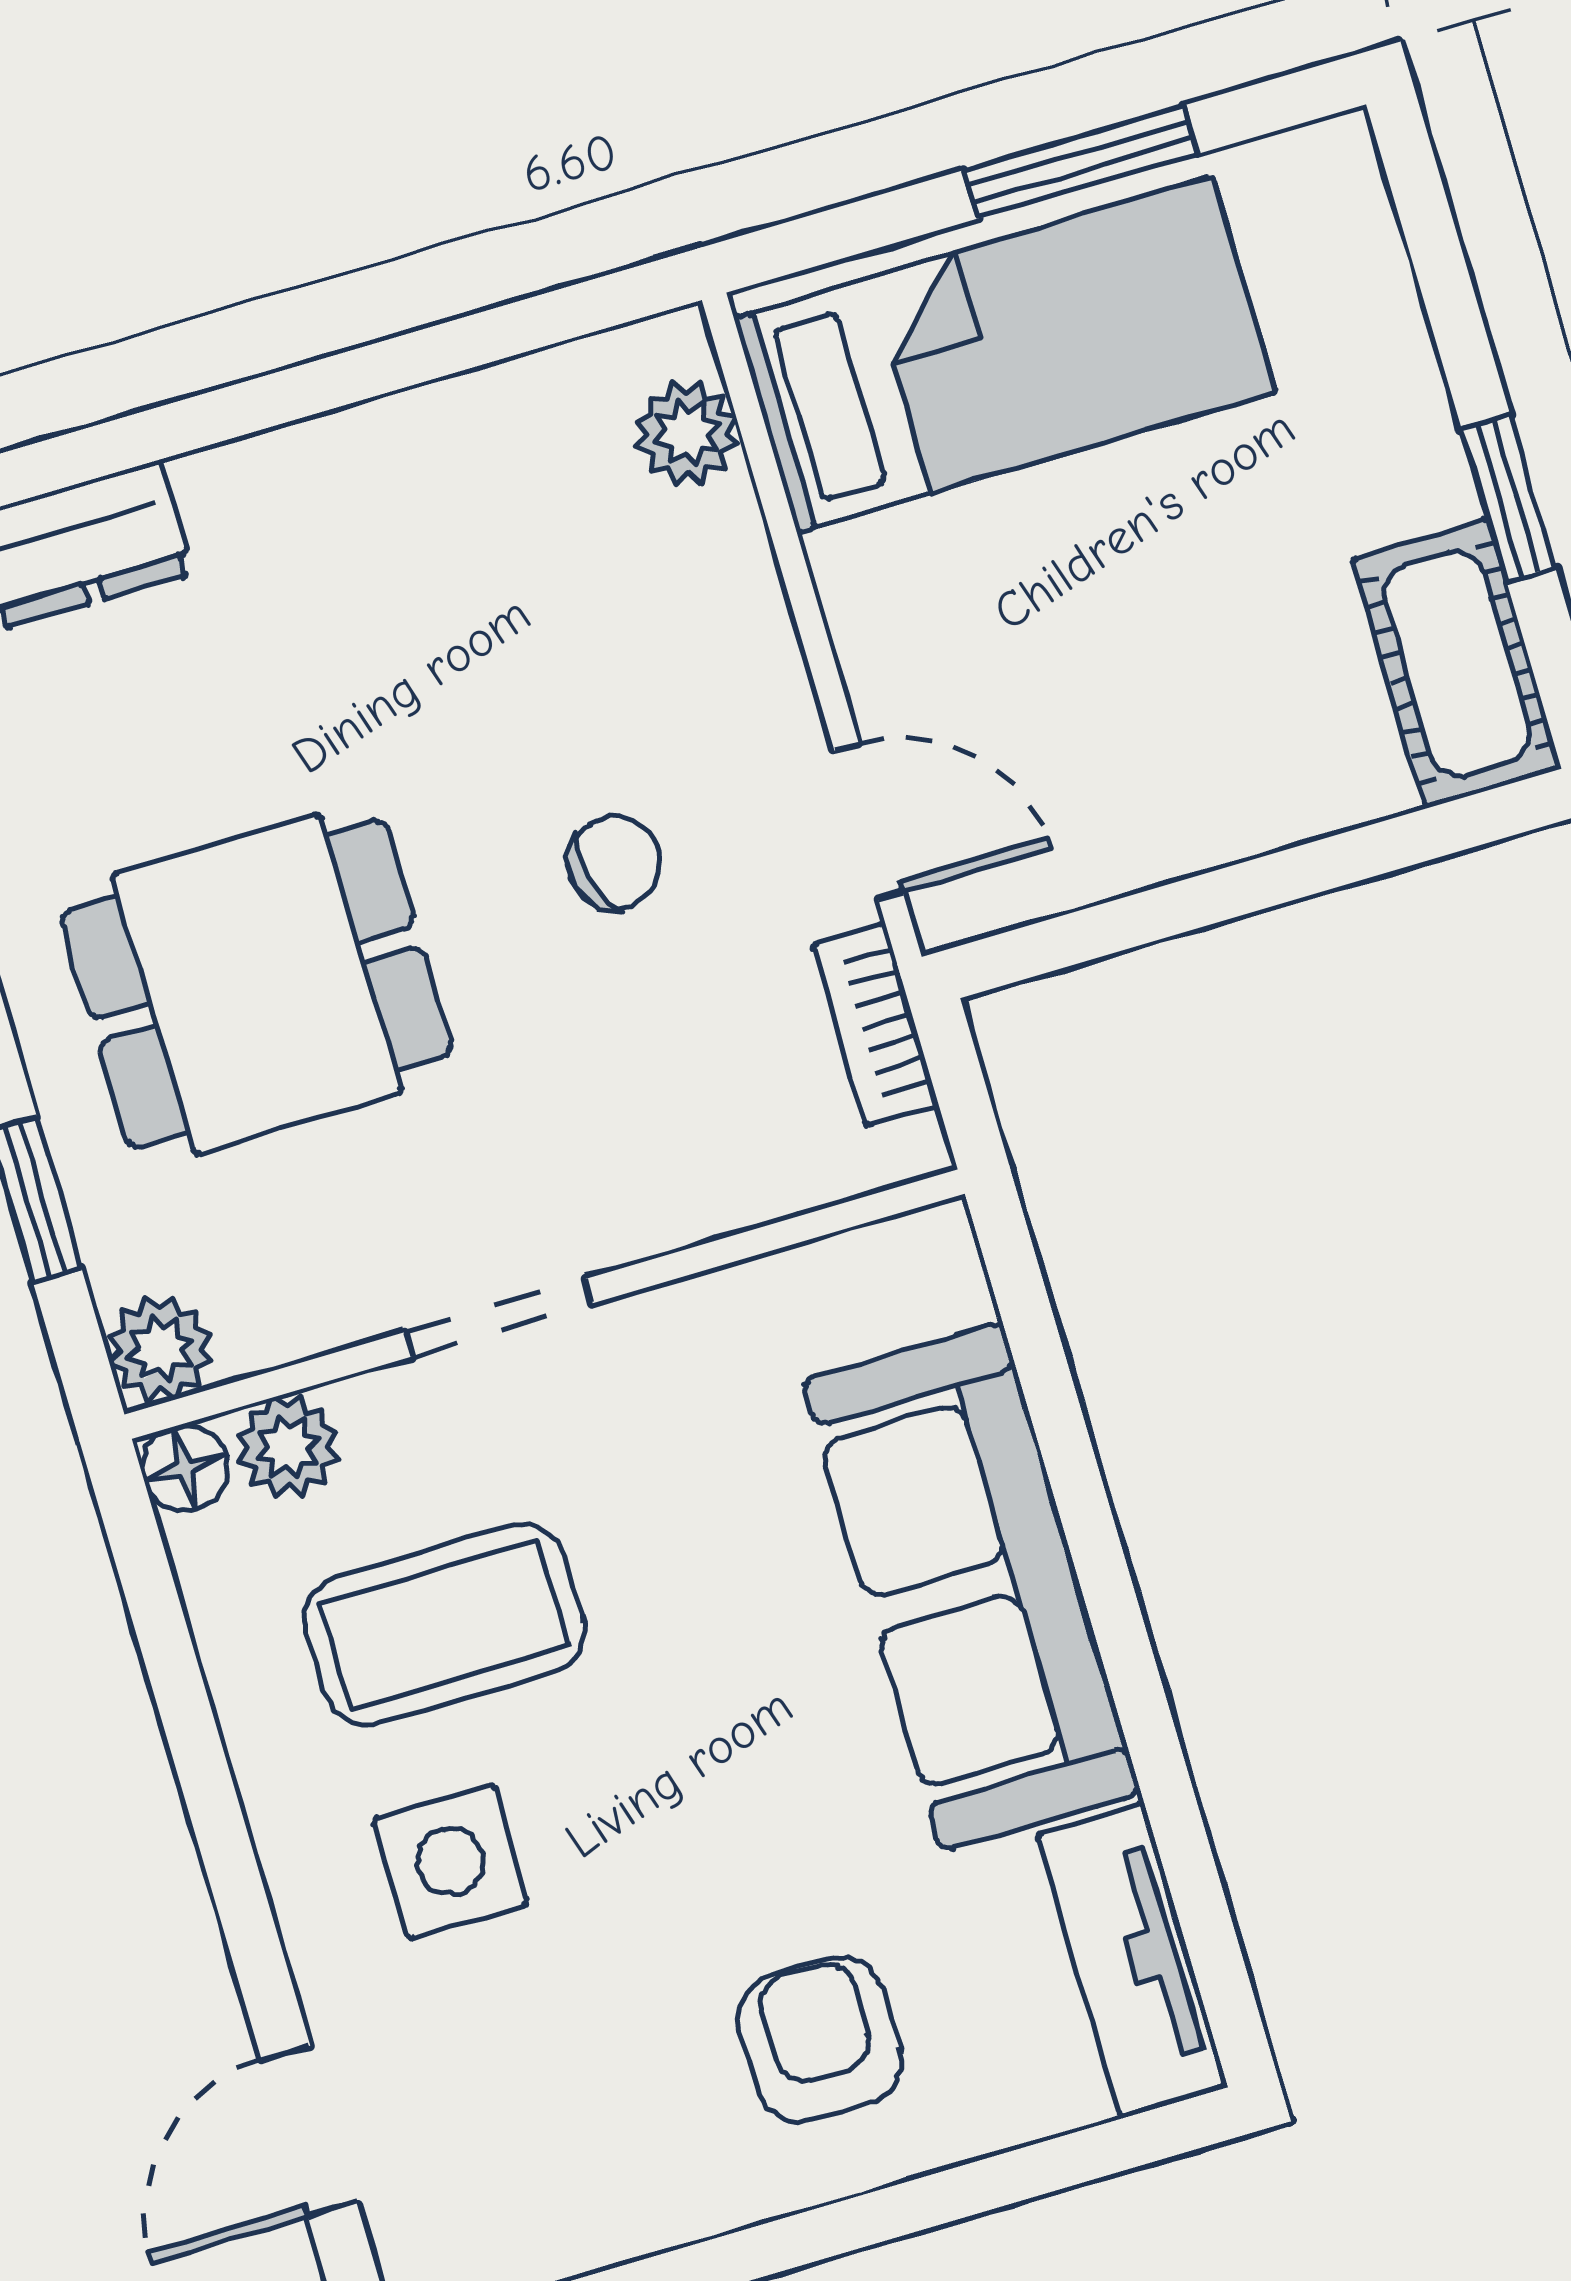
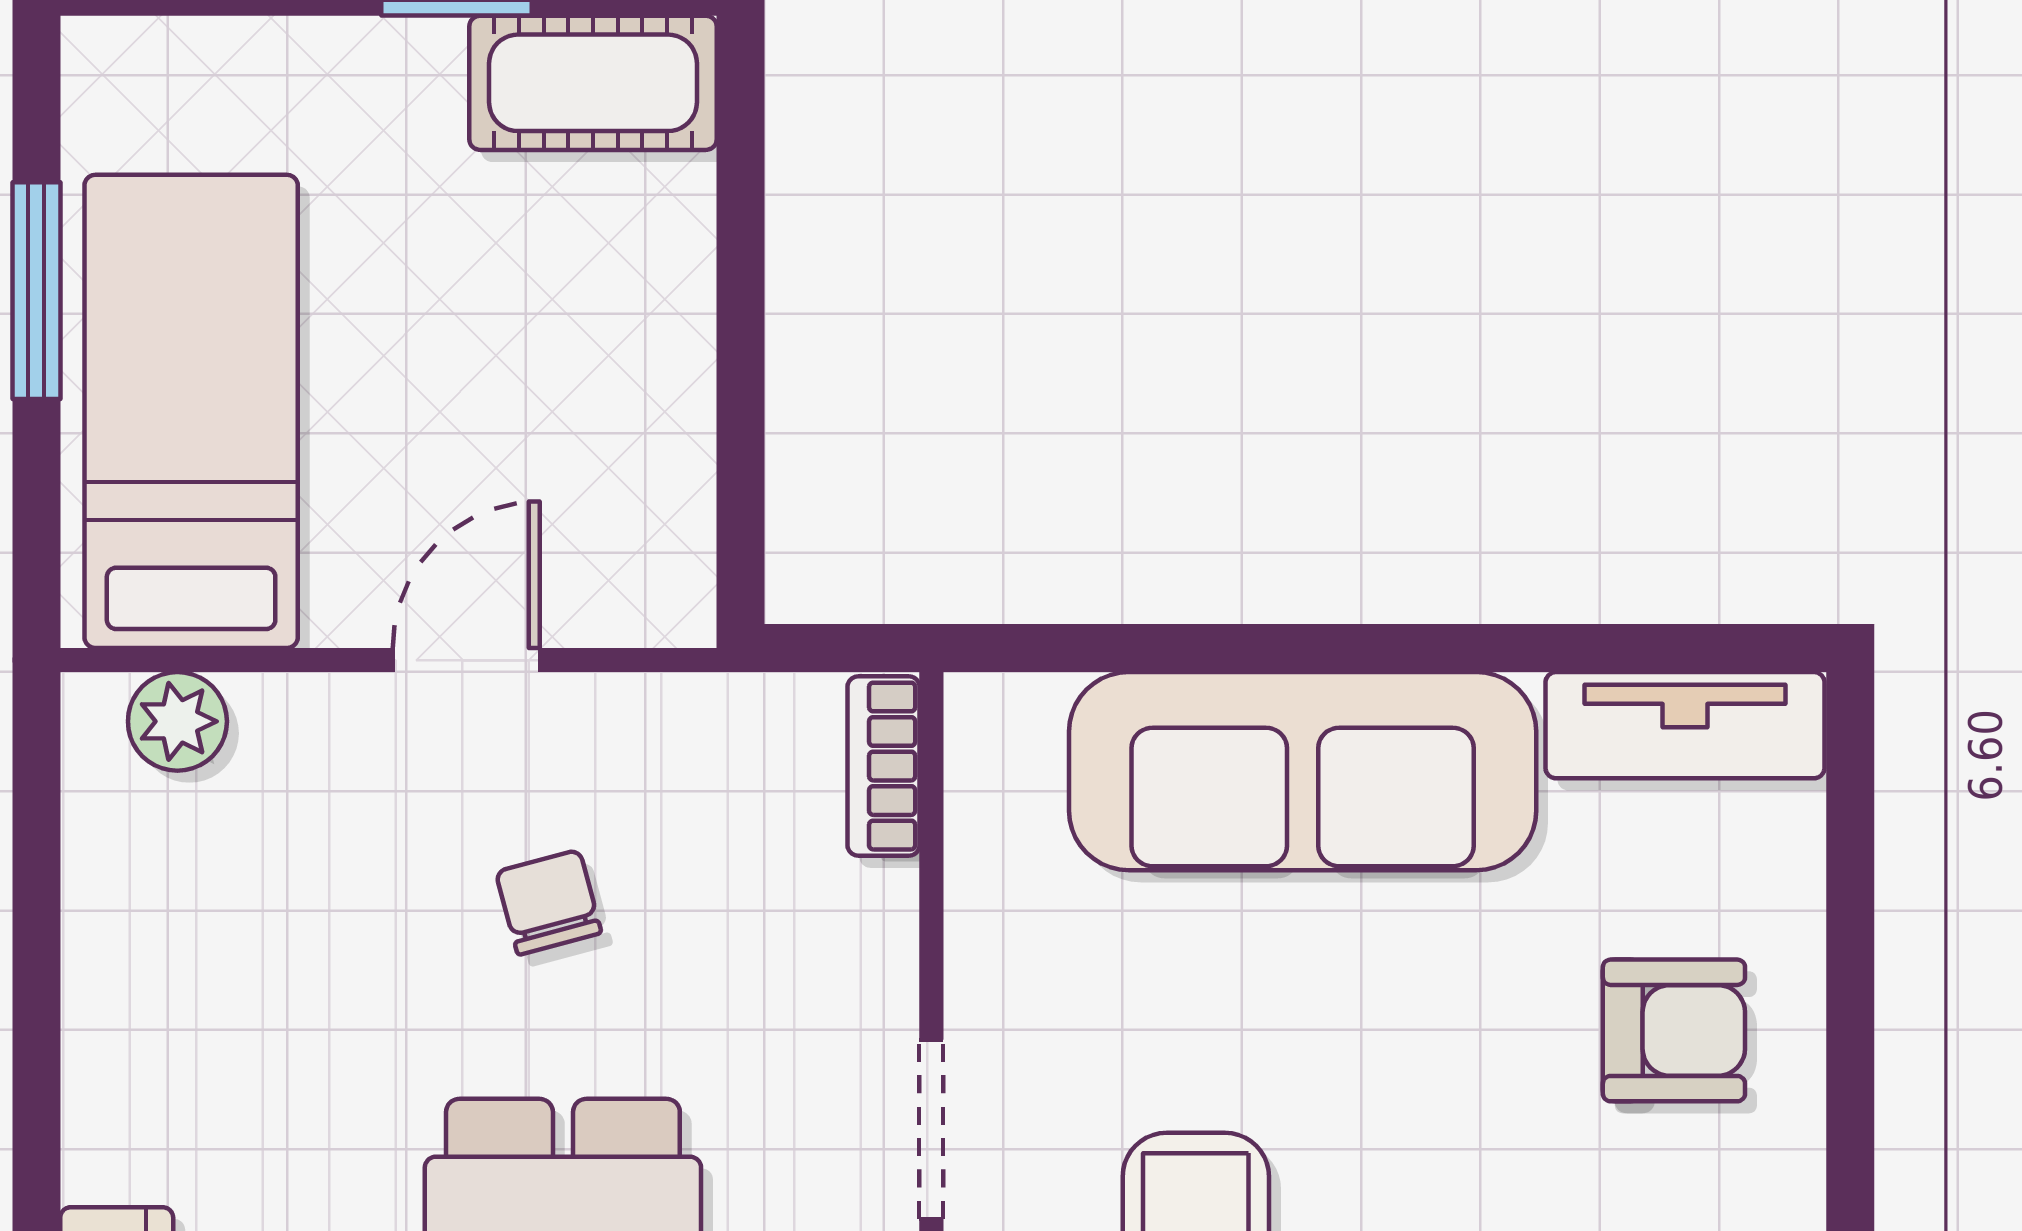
door: (868, 821) -> (466, 660), moved
bookcase: (876, 1024) -> (884, 766), moved, turned 90
armchair: (820, 2040) -> (1674, 1030), turned 180

